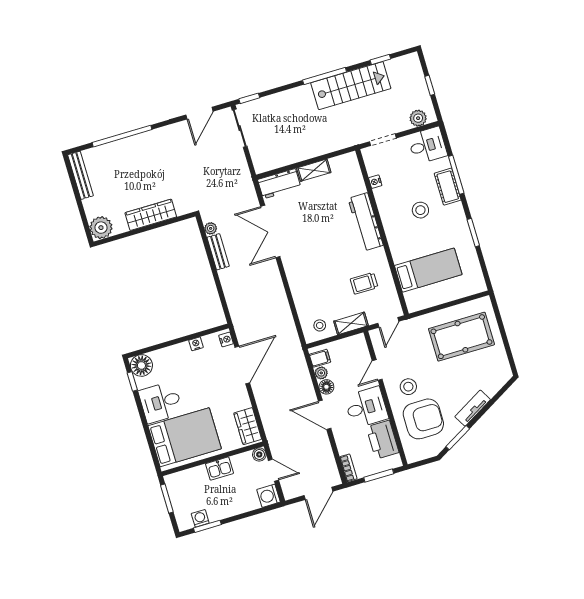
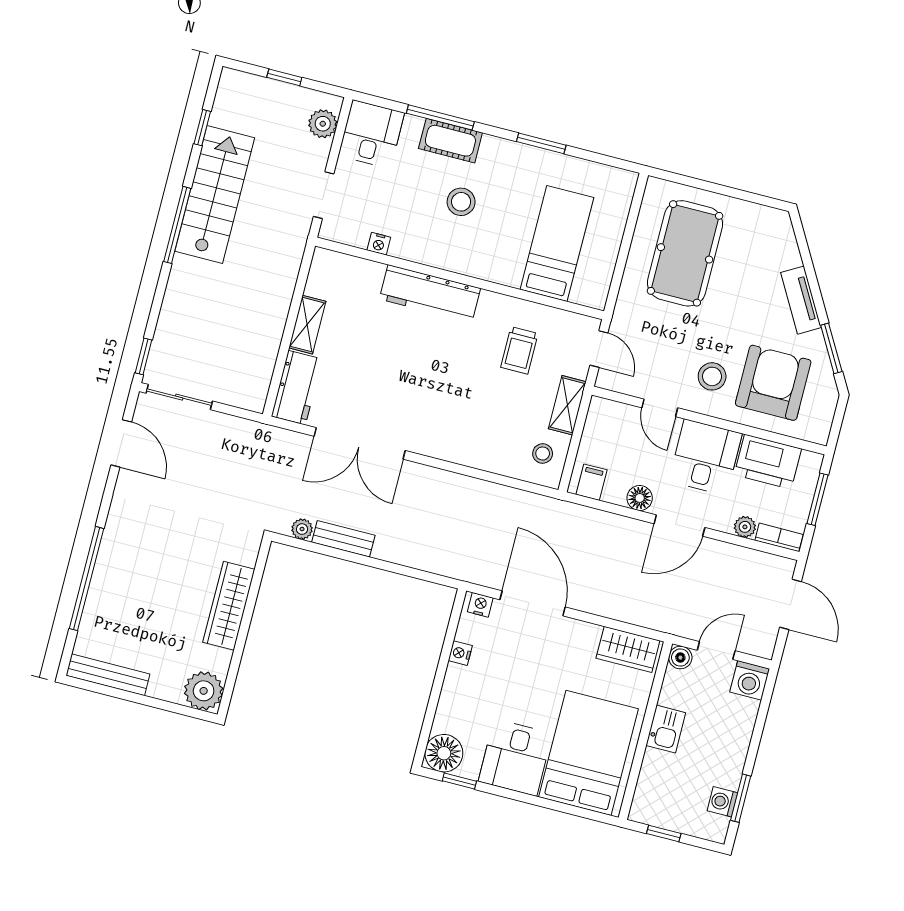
plant: (321, 373) -> (745, 527), moved
window: (167, 499) -> (664, 833), width x0.67

